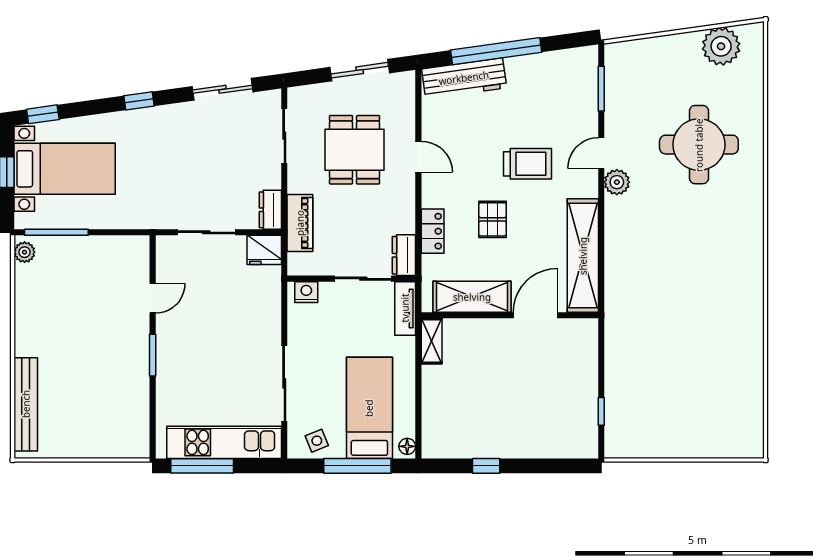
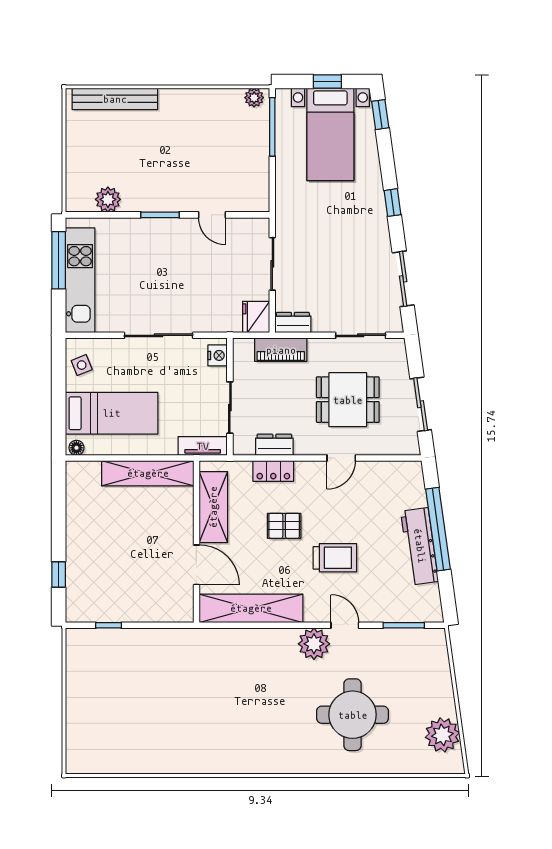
workbench: (464, 78) -> (420, 546), moved
trolley: (527, 164) -> (335, 558), turned -90
plant: (617, 182) -> (314, 644), width x1.36, depth x1.36
dresser: (404, 255) -> (274, 445), moved
shelving: (432, 341) -> (148, 473), width x2.20, depth x1.33
sliding door: (284, 383) -> (159, 335), moved
plant: (136, 412) -> (108, 199), added
window: (357, 466) -> (59, 402), removed
window: (486, 466) -> (59, 575), moved

